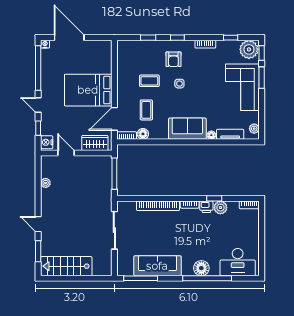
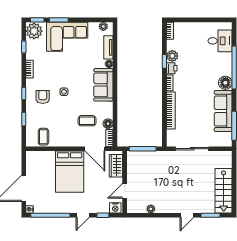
armchair: (173, 59) -> (43, 97), turned -90
coffee table: (149, 81) -> (43, 137), moved
desk: (238, 262) -> (220, 41), width x0.73
floor lamp: (201, 268) -> (225, 83), moved

